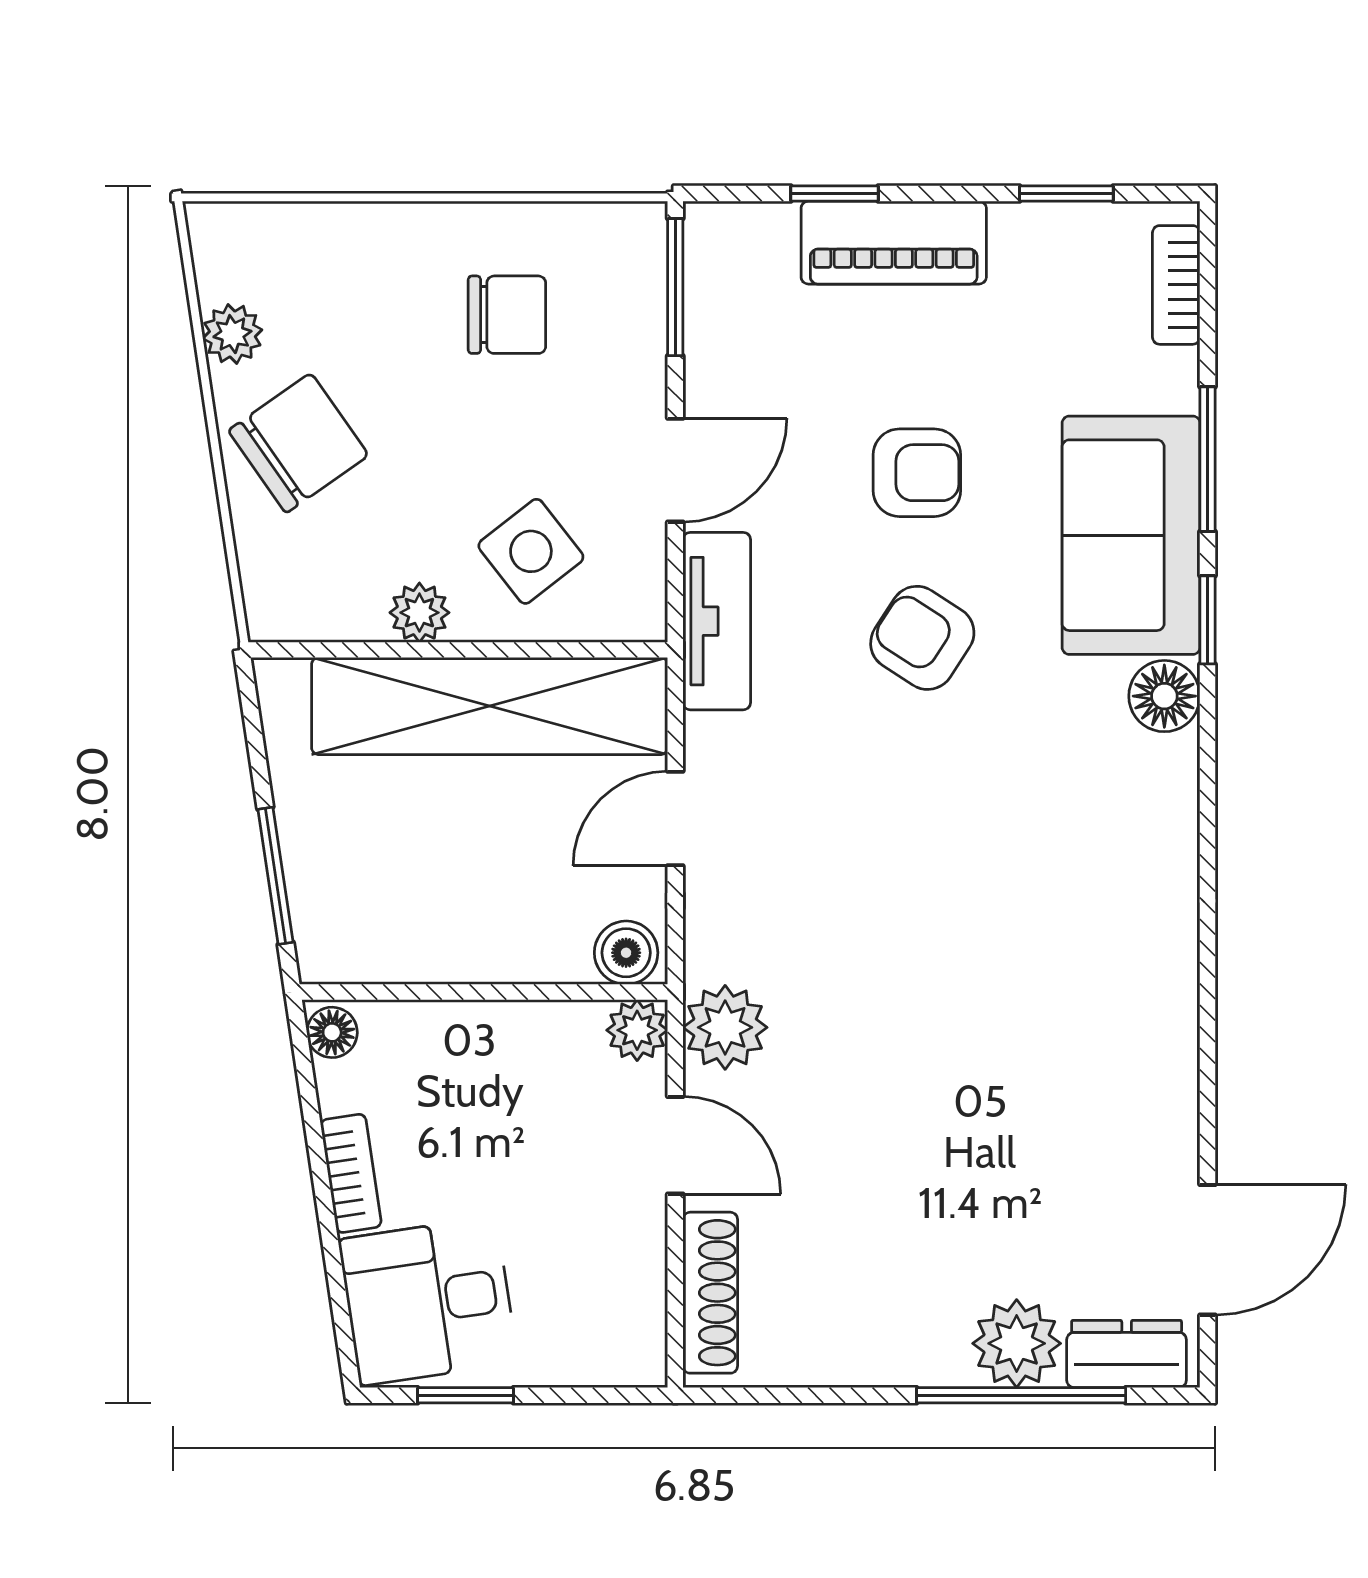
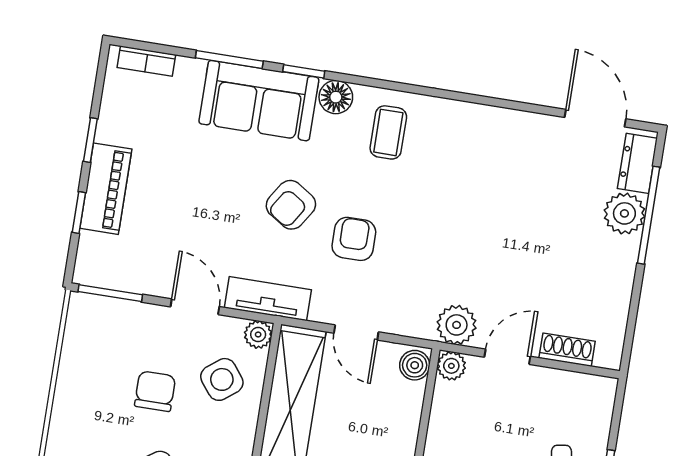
window: (1066, 194) -> (90, 140), moved
chair: (507, 315) -> (155, 391), moved
armchair: (917, 473) -> (354, 239), moved
plant: (419, 613) -> (258, 334), moved
coffee table: (1108, 819) -> (388, 132), added
shoe rack: (710, 1293) -> (567, 350), width x0.70

